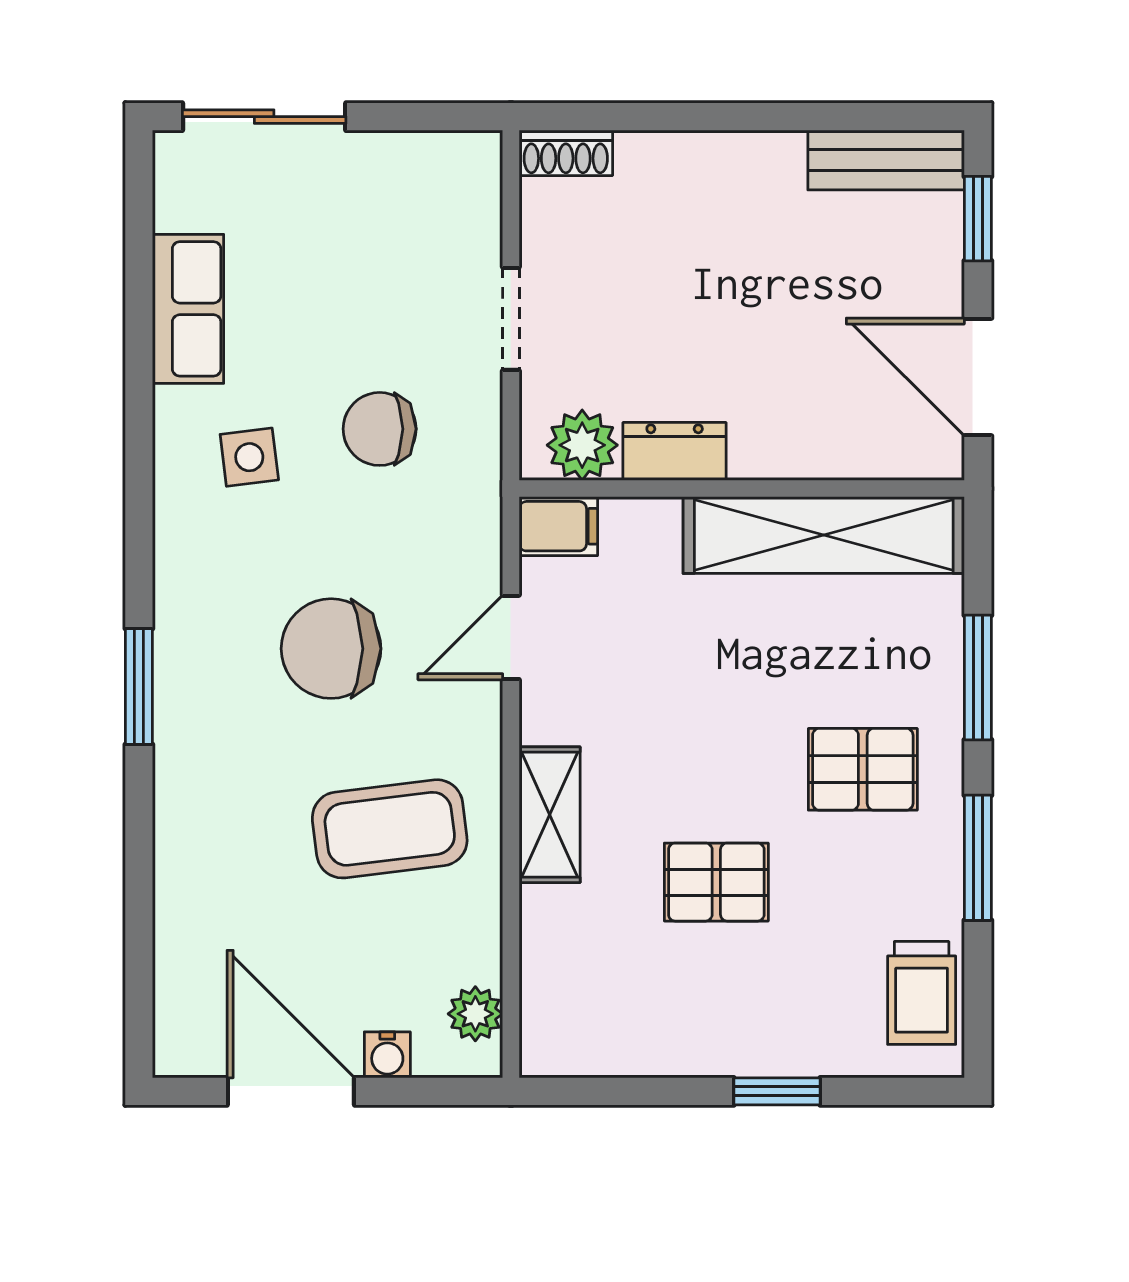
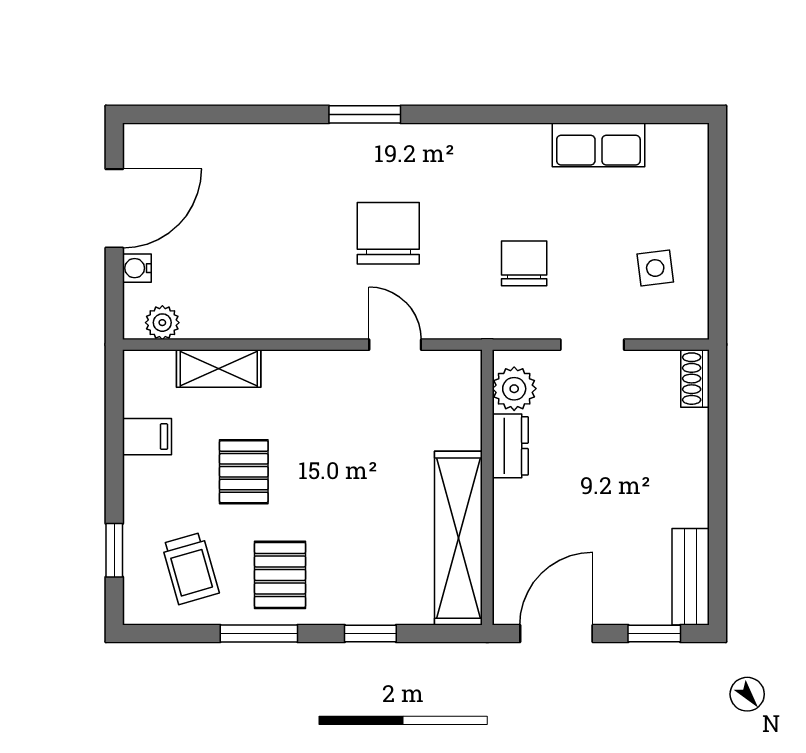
sliding door: (264, 117) -> (717, 192), removed
side table: (249, 457) -> (655, 268), moved
filing cabinet: (558, 526) -> (147, 437), moved, turned -90
window: (978, 678) -> (370, 634), width x0.67
pallet: (863, 769) -> (280, 575), moved
shelving: (550, 815) -> (219, 369), moved
coffee table: (390, 829) -> (277, 270), removed
trolley: (922, 993) -> (190, 568), moved, turned -106
window: (777, 1091) -> (114, 550), moved

